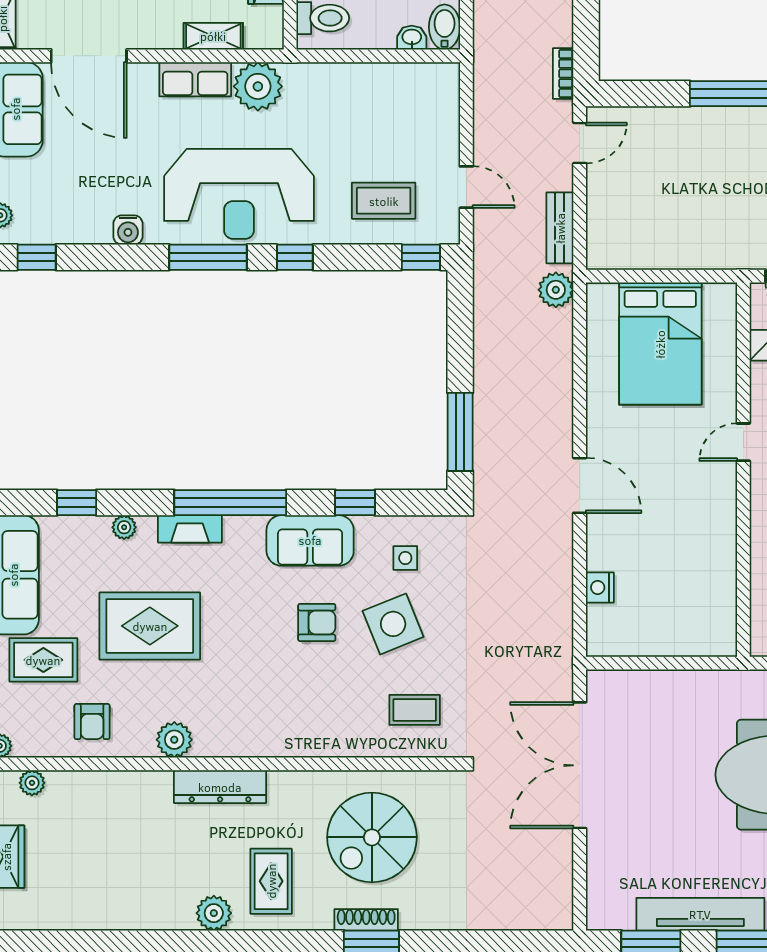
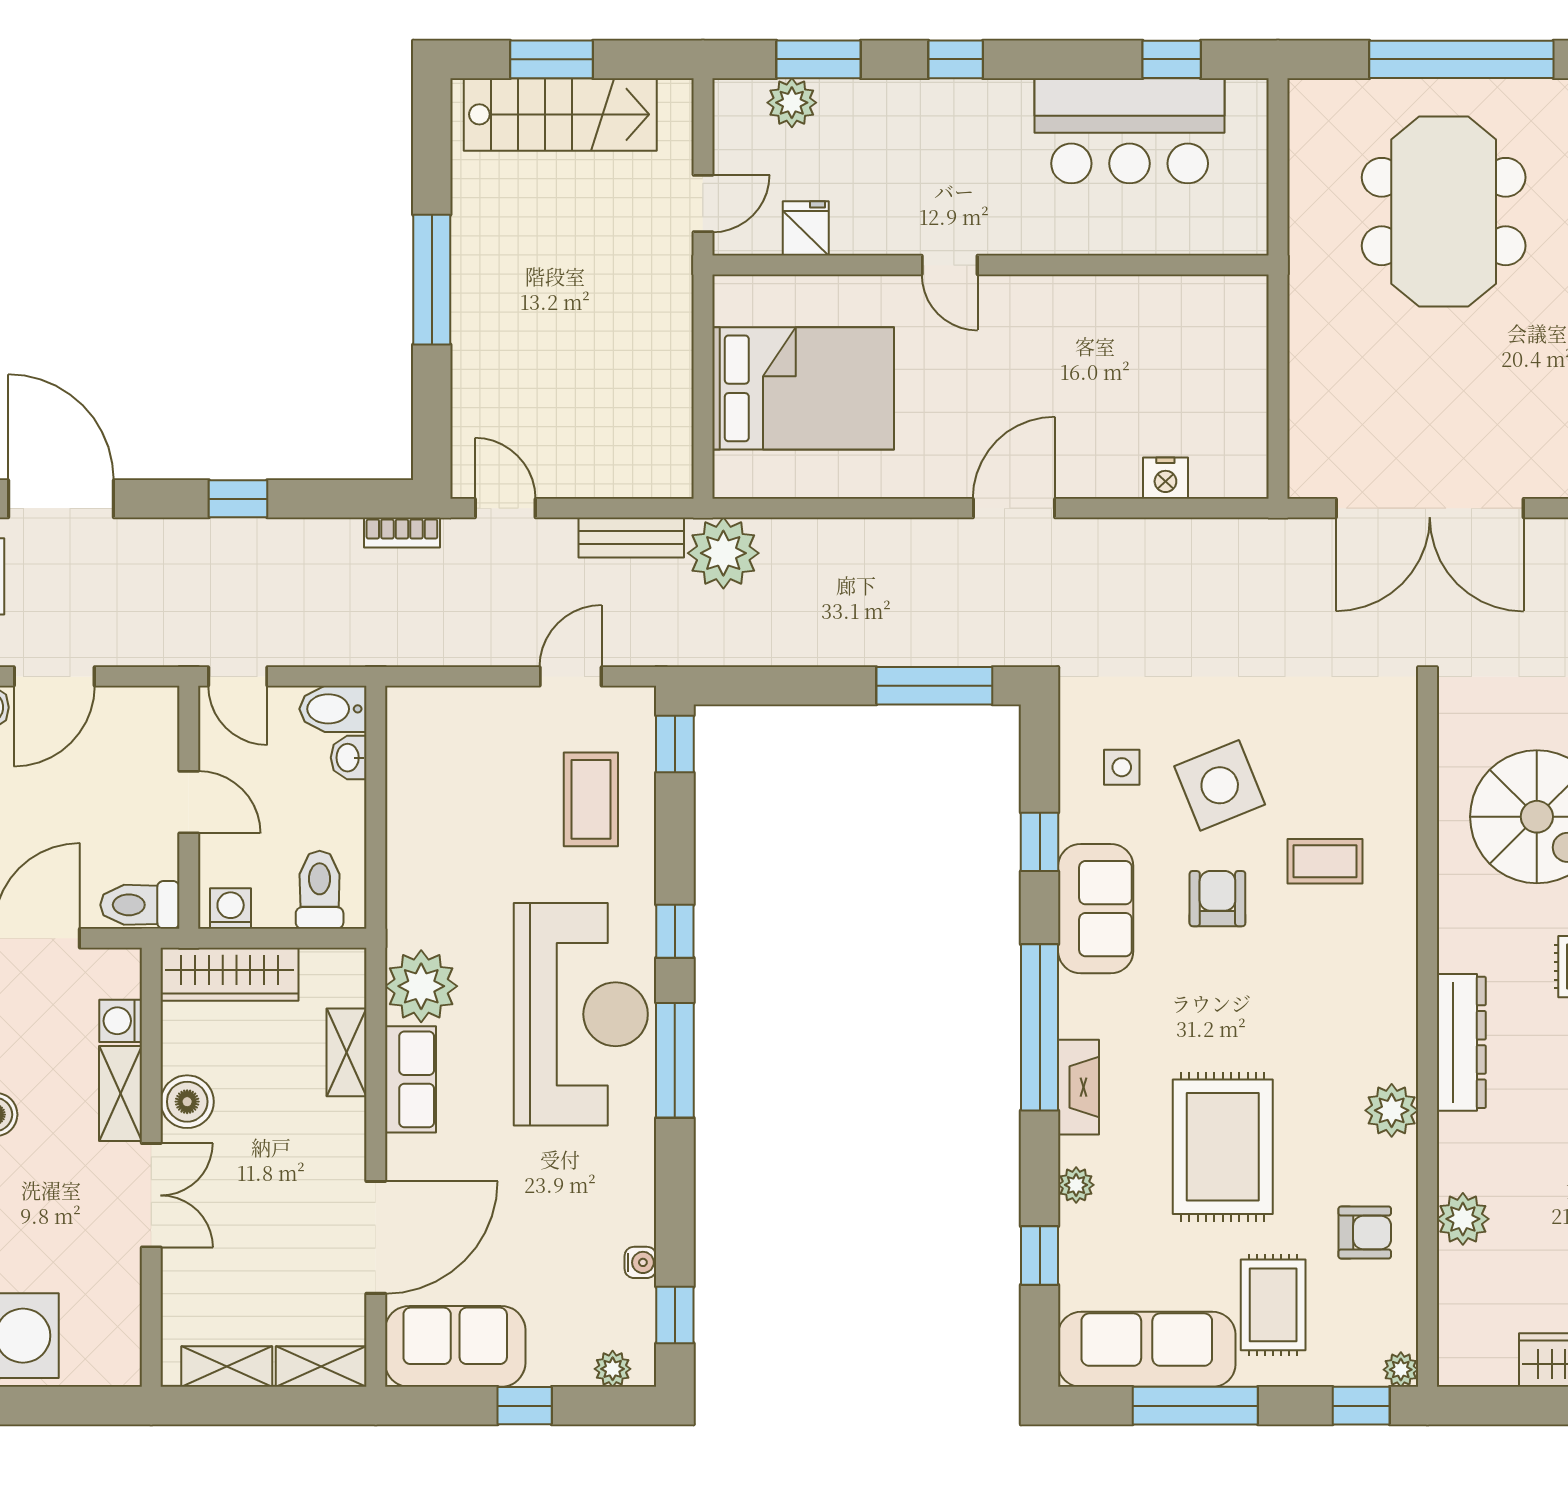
water cooler: (128, 230) -> (640, 1262), moved, width x0.72, depth x0.72
plant: (556, 290) -> (723, 553), width x1.36, depth x1.36
coffee table: (415, 710) -> (1325, 861), moved, turned 90
plant: (32, 783) -> (1463, 1219), moved, width x1.38, depth x1.38

